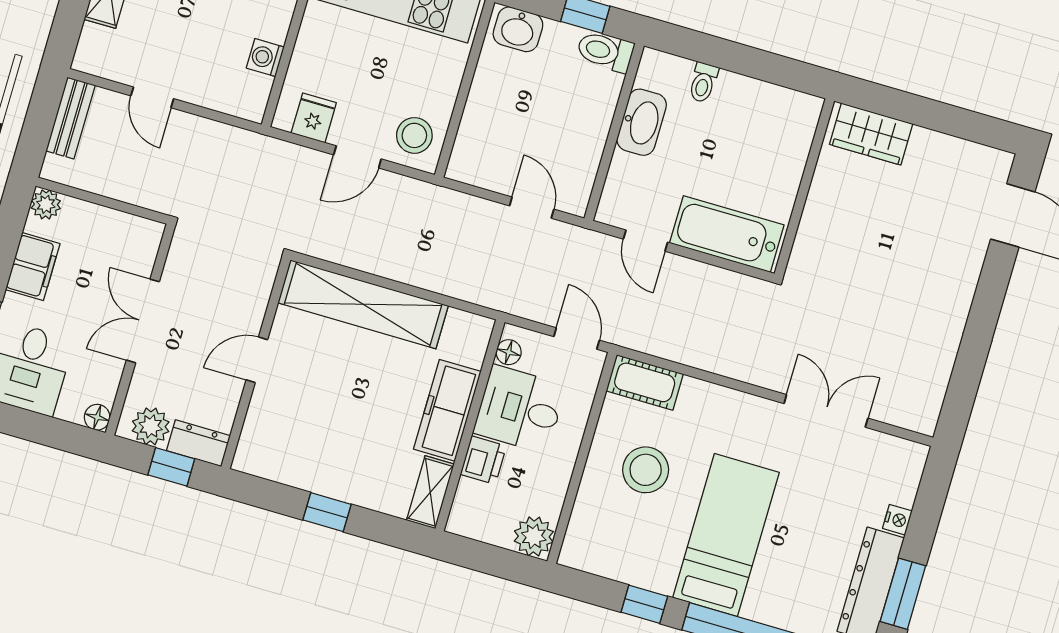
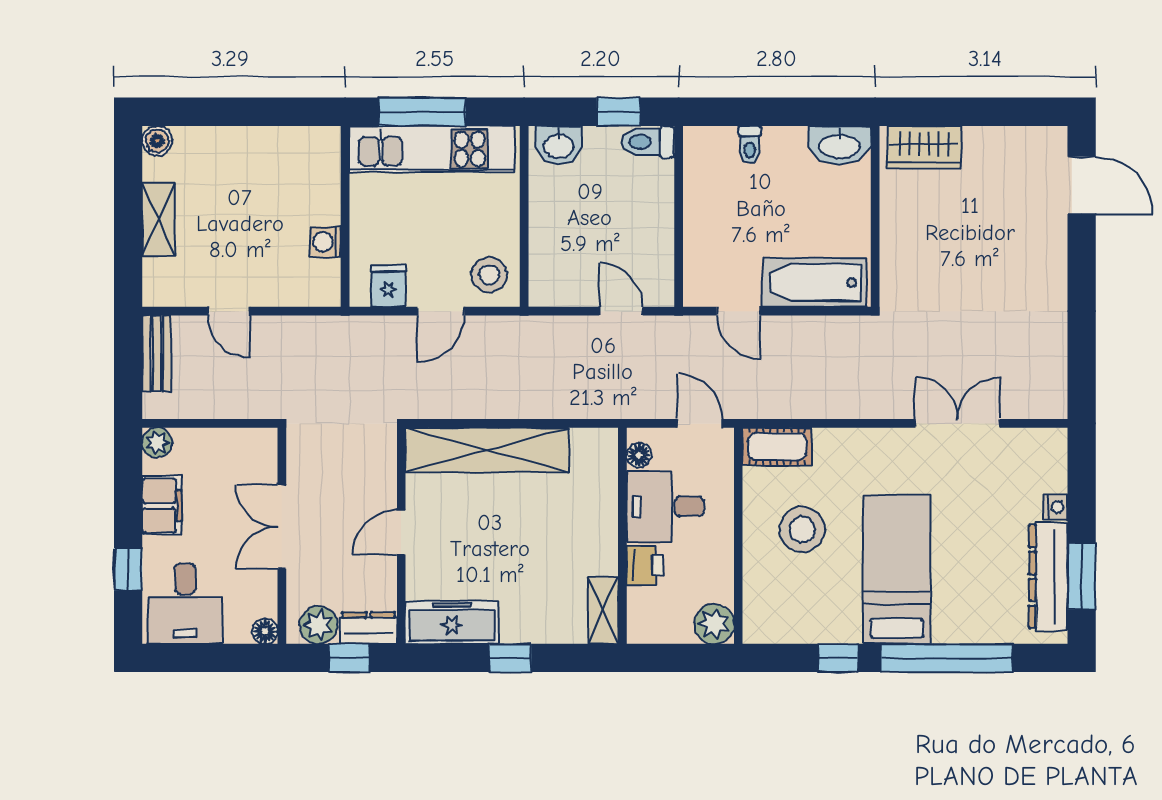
washbasin: (642, 122) -> (839, 145), moved, turned 90
freezer: (447, 410) -> (452, 622), moved, turned 90

